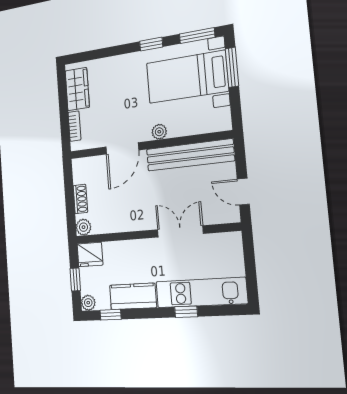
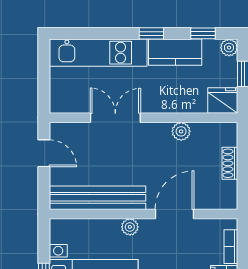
plant: (84, 227) -> (181, 131), moved
double door: (180, 232) -> (115, 118), swing flipped
window: (186, 312) -> (151, 33), moved

